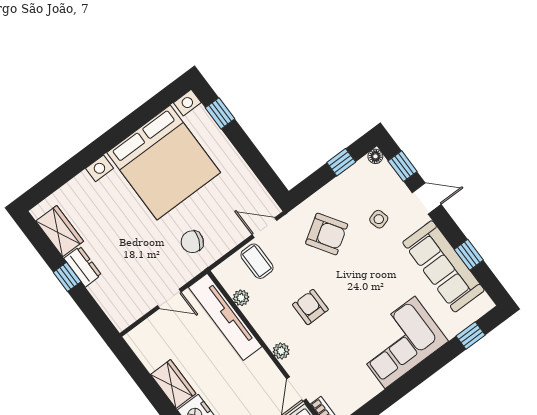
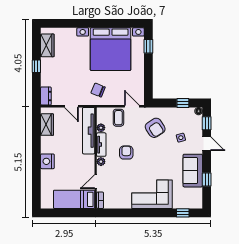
sofa: (443, 266) -> (193, 171), width x0.73
dresser: (83, 267) -> (46, 96), moved
tv unit: (262, 324) -> (101, 145), added
wardrobe: (173, 384) -> (47, 125), moved

